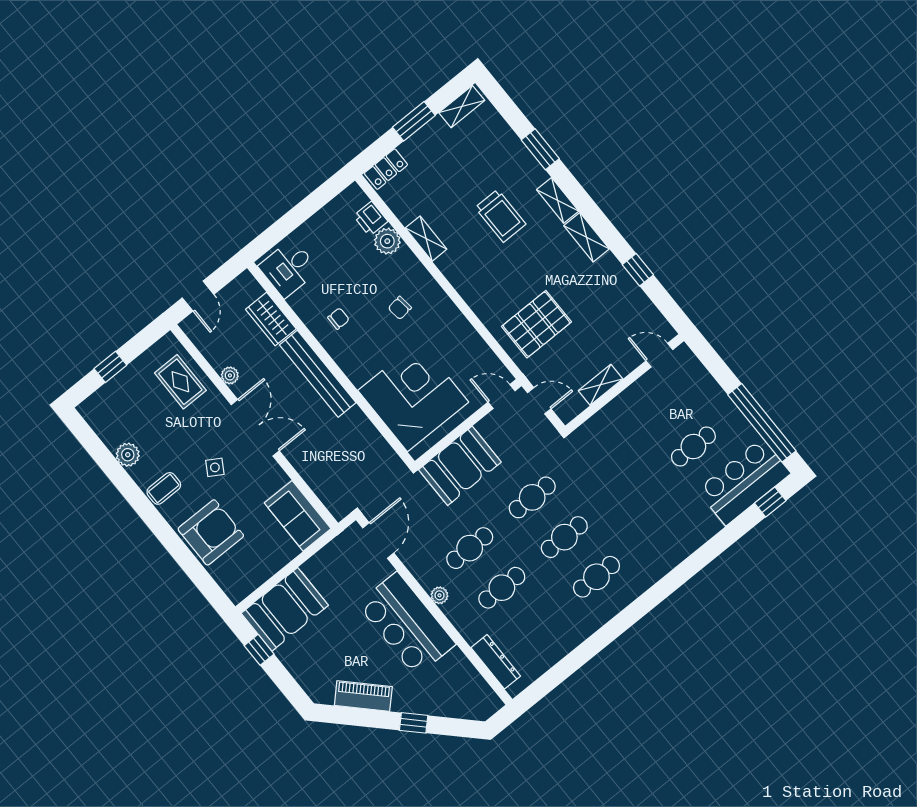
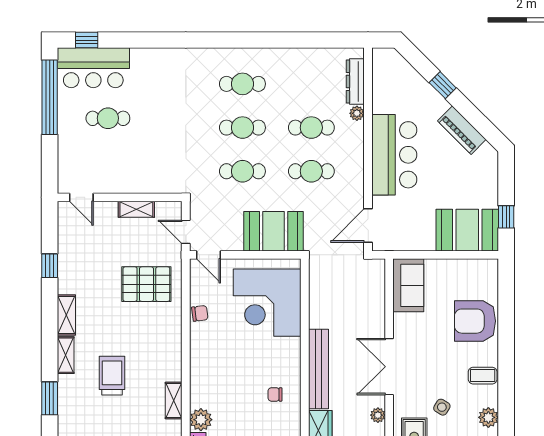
chair: (400, 308) -> (200, 313), moved
side table: (215, 467) -> (442, 407), moved
plant: (439, 595) -> (357, 113), moved

